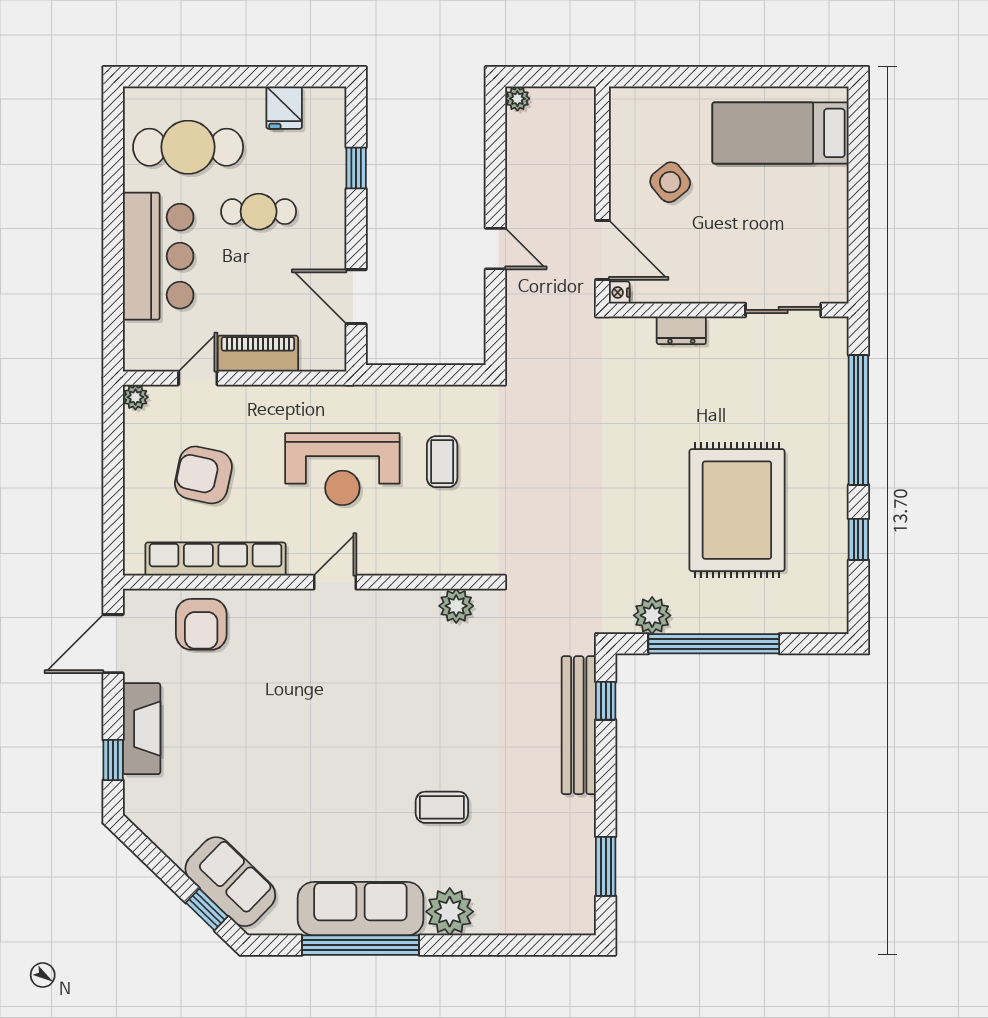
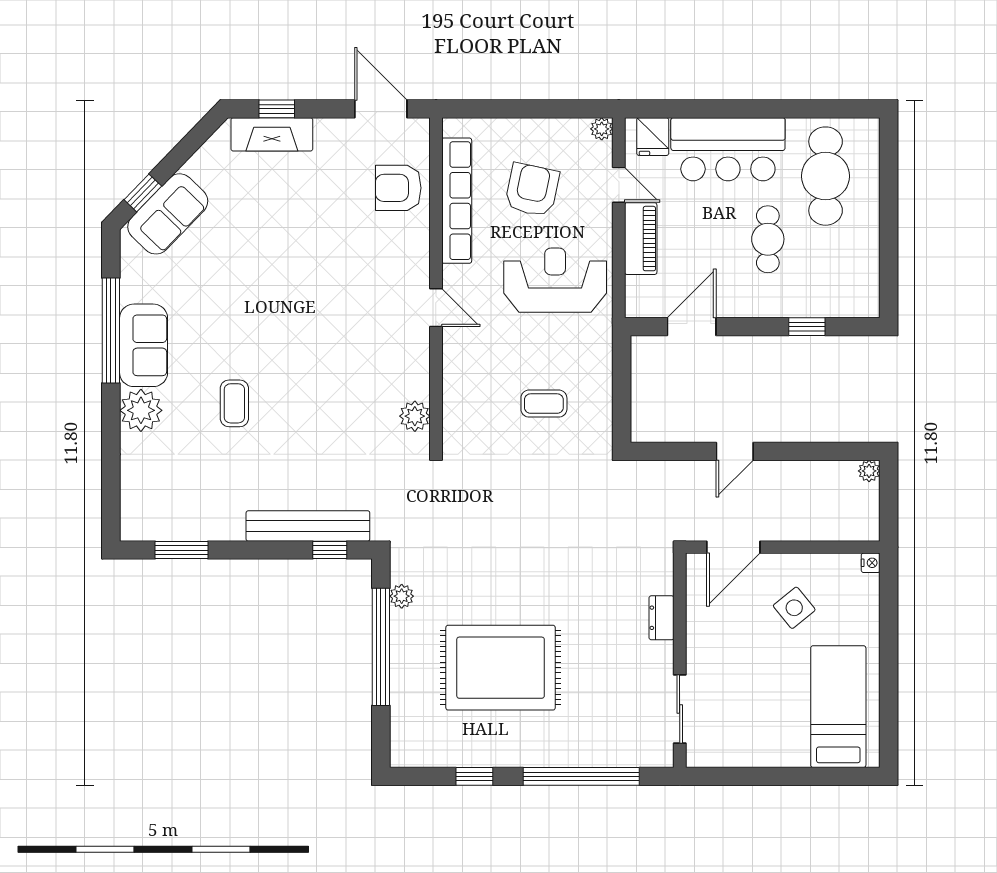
fridge: (284, 108) -> (653, 137), moved, turned -90
nightstand: (619, 293) -> (871, 563), moved, turned 90
reception desk: (342, 469) -> (555, 280), moved, turned 90
plant: (652, 615) -> (402, 596), width x0.73, depth x0.73
fireplace: (142, 729) -> (272, 134), moved
sofa: (360, 909) -> (144, 345), width x0.73

